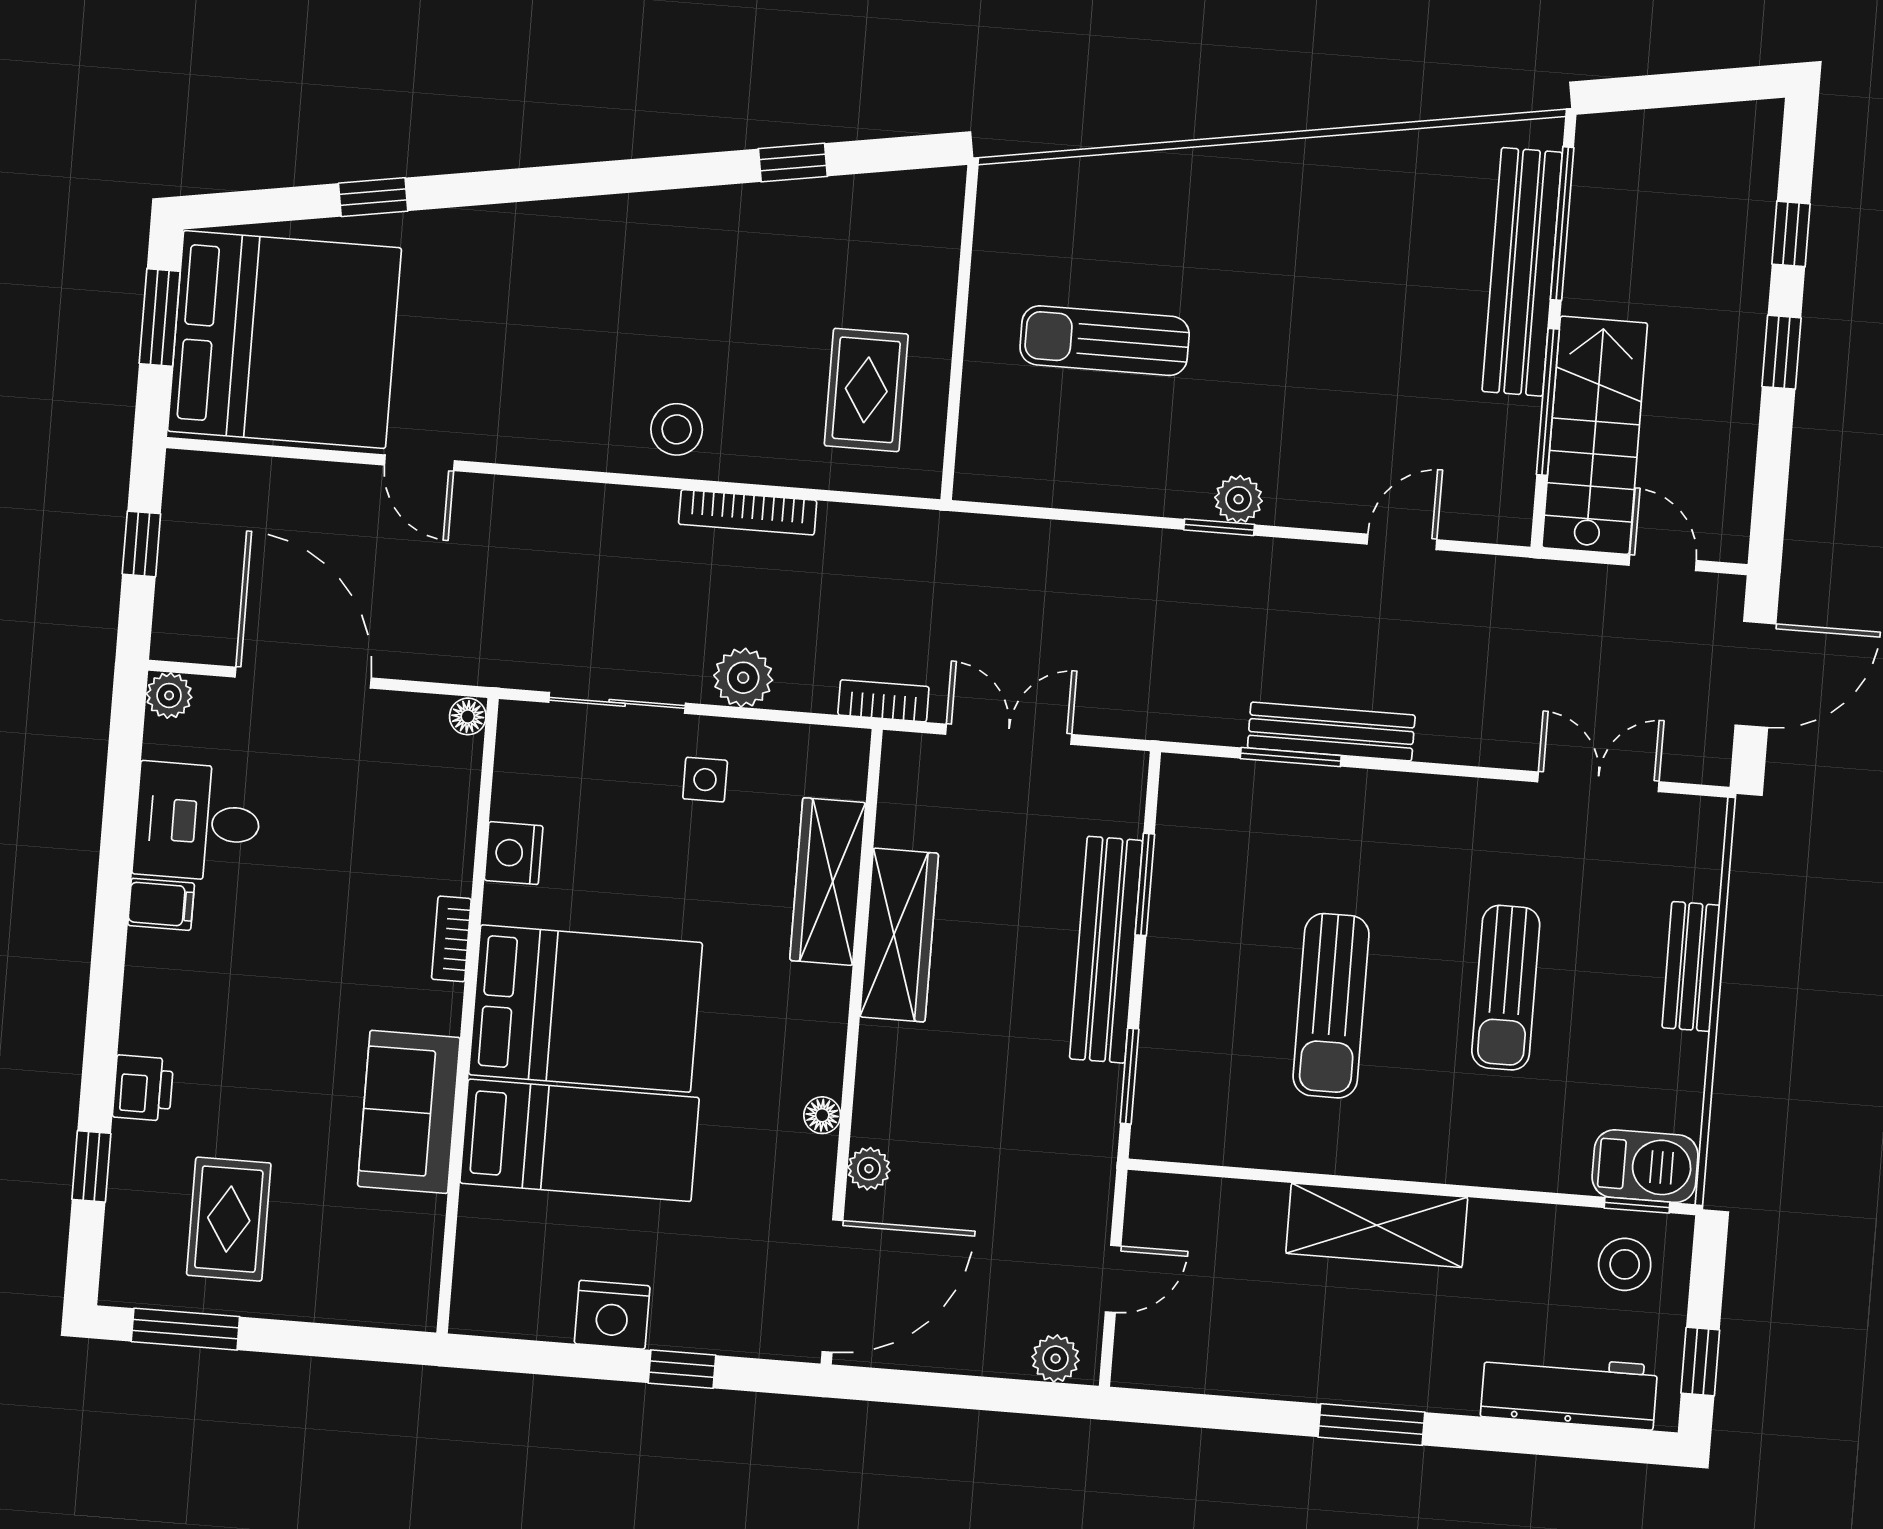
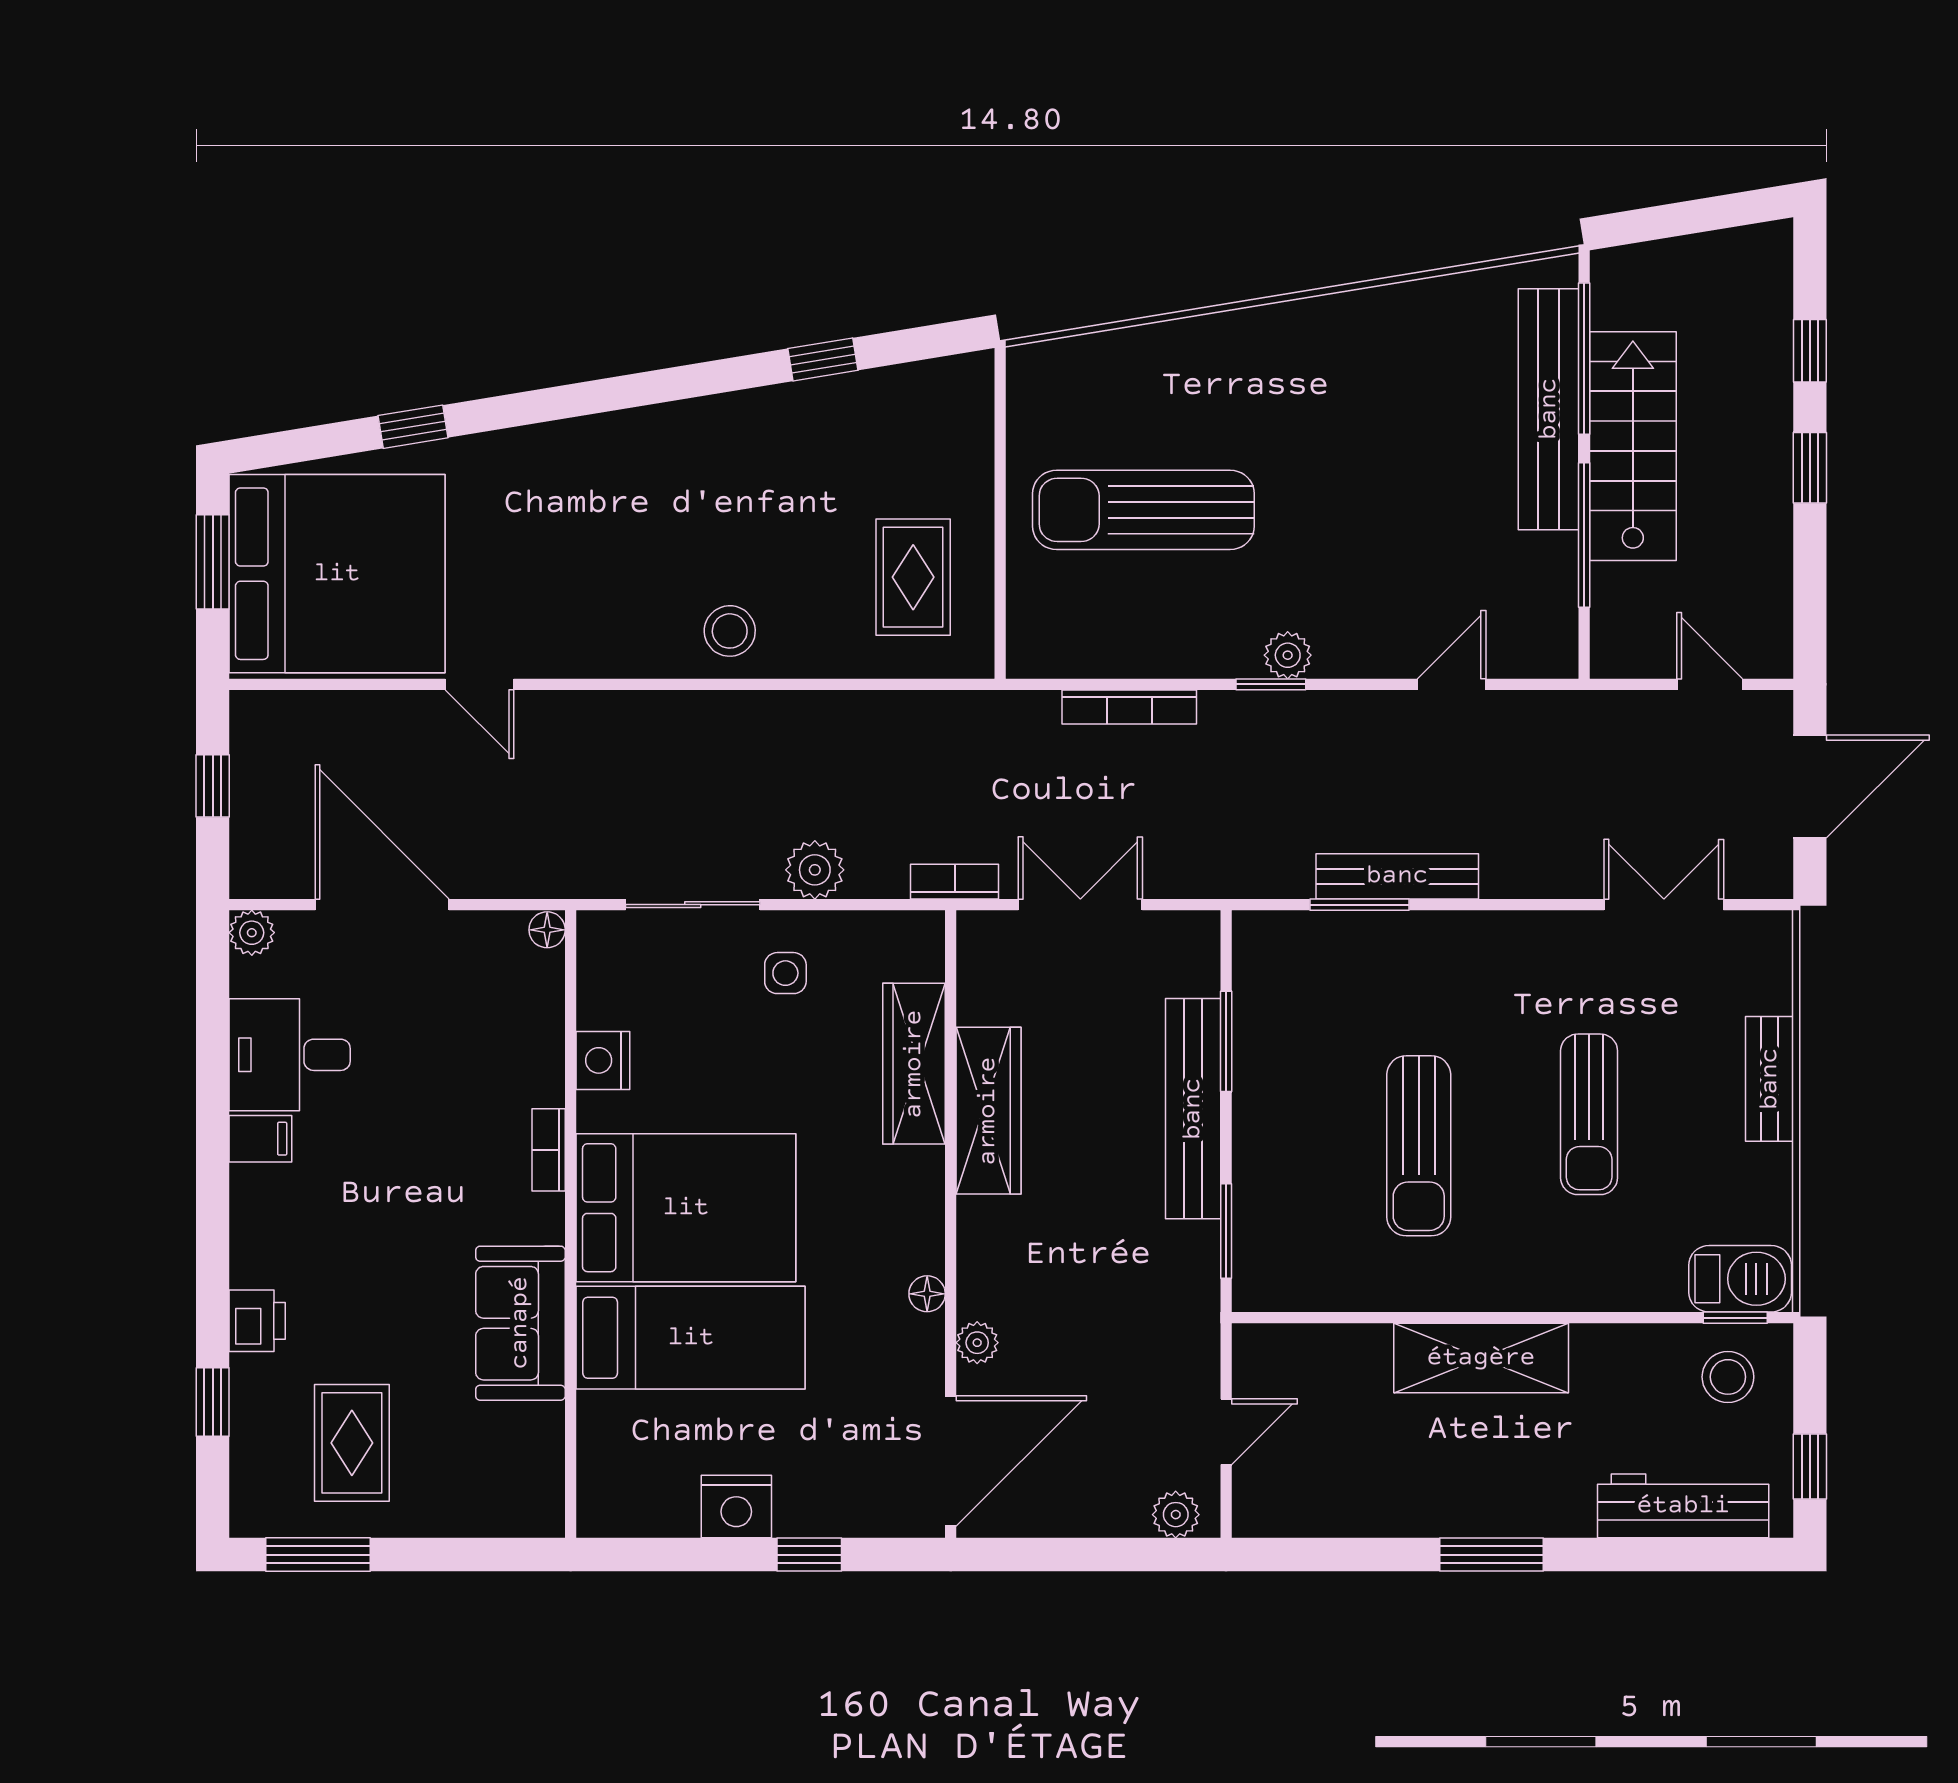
sun lounger: (1105, 341) -> (1143, 510), width x1.36, depth x1.34
stairs: (1595, 435) -> (1633, 446), moved
bookcase: (748, 512) -> (1129, 707), moved

